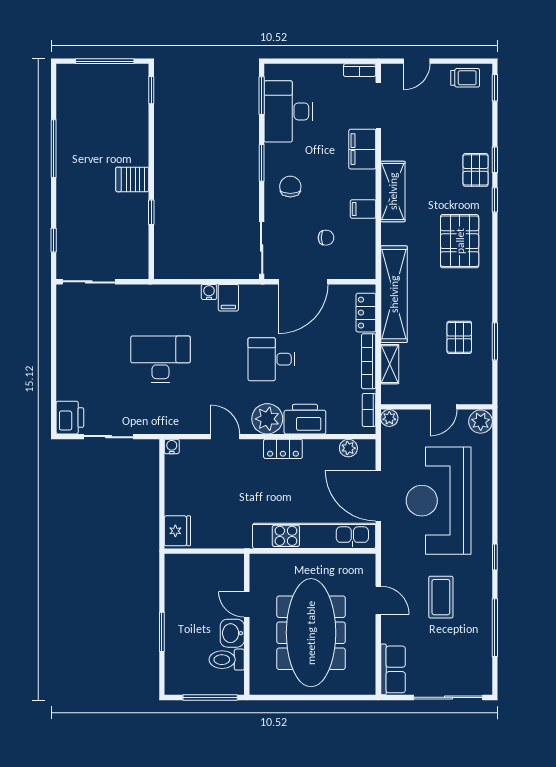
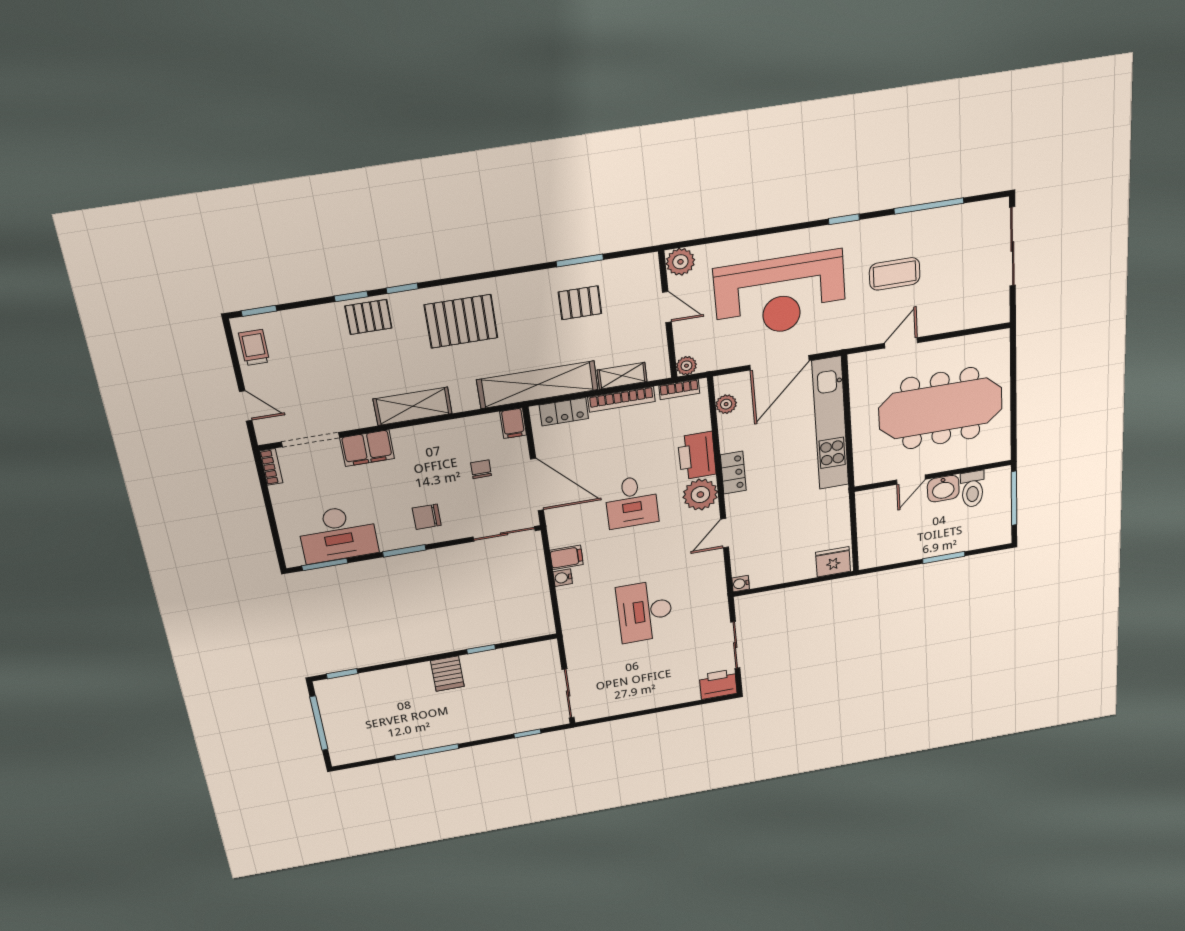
filing cabinet: (363, 209) -> (513, 423), moved
row of seats: (393, 669) -> (981, 314), removed

